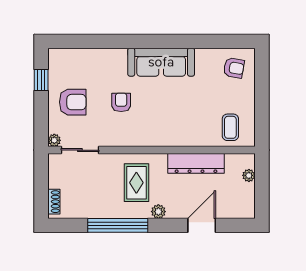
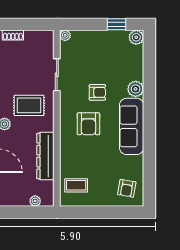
plant: (56, 57) -> (136, 37), added
plant: (117, 58) -> (136, 89), added
armchair: (73, 102) -> (88, 124), moved
sliding door: (80, 150) -> (57, 75), moved

